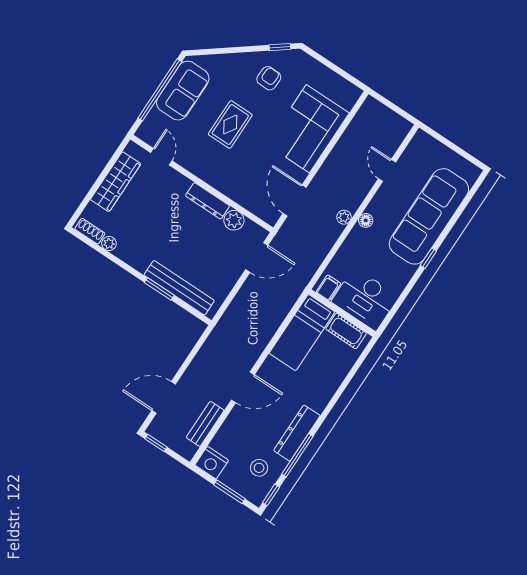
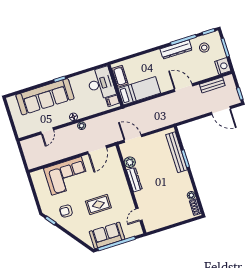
wardrobe: (116, 182) -> (167, 219), removed

